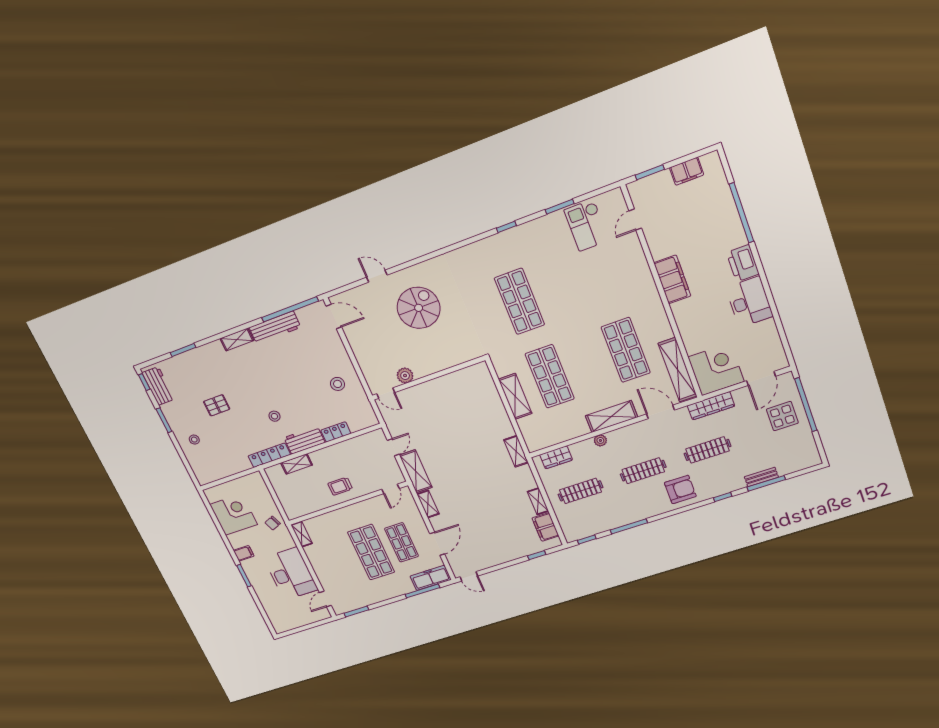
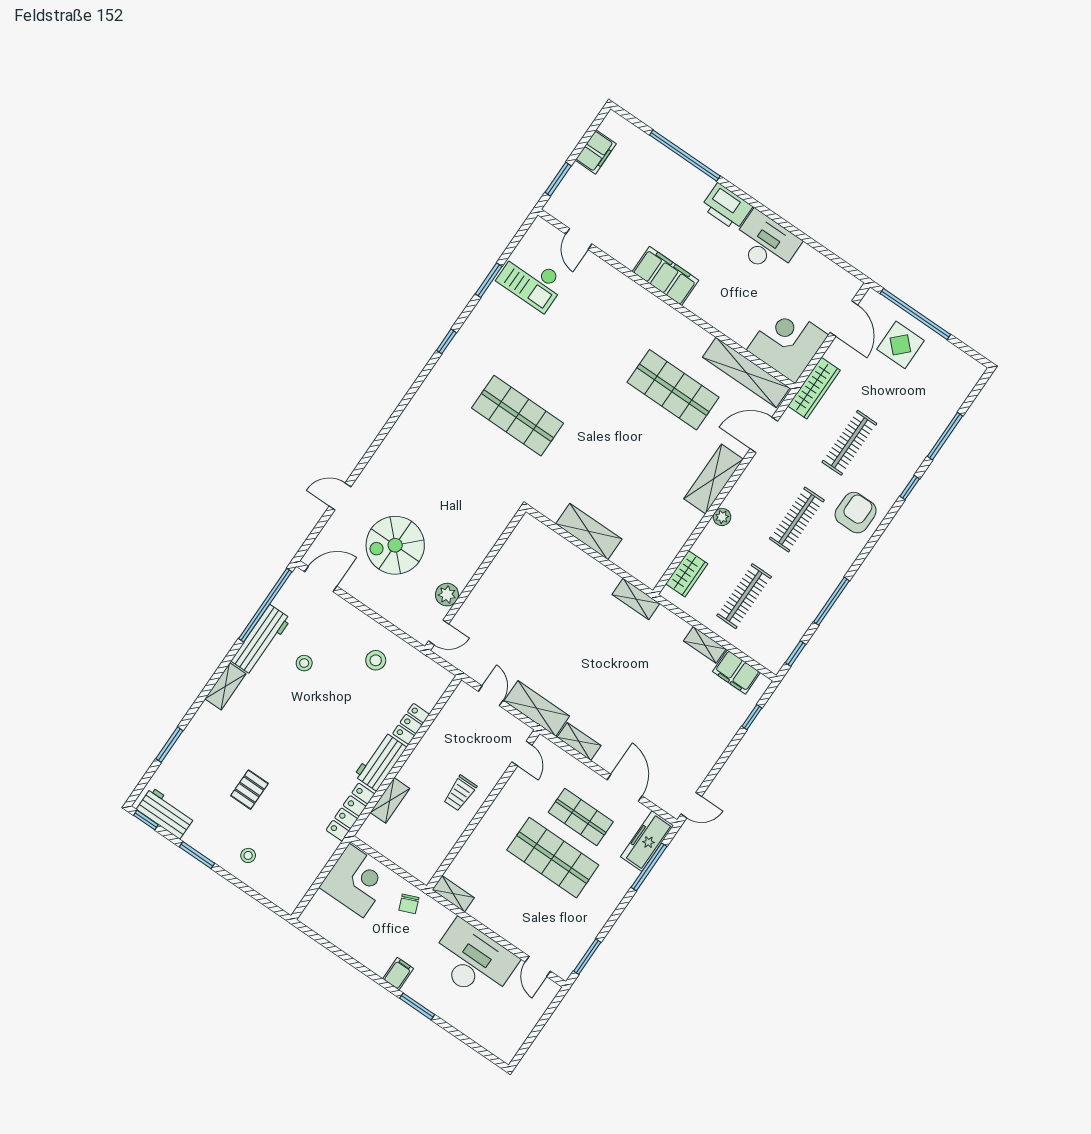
spiral stairs: (419, 308) -> (395, 545), moved, turned -90
shop shelf: (550, 376) -> (611, 480), removed
stool: (274, 416) -> (304, 663), moved
bench: (761, 477) -> (934, 432), removed
corner desk: (234, 514) -> (356, 880), moved, turned 90

